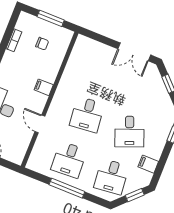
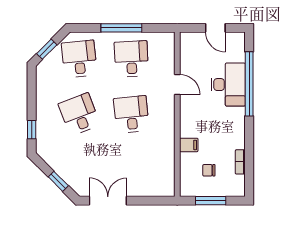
filing cabinet: (44, 87) -> (189, 145), moved
filing cabinet: (148, 164) -> (46, 88), removed

